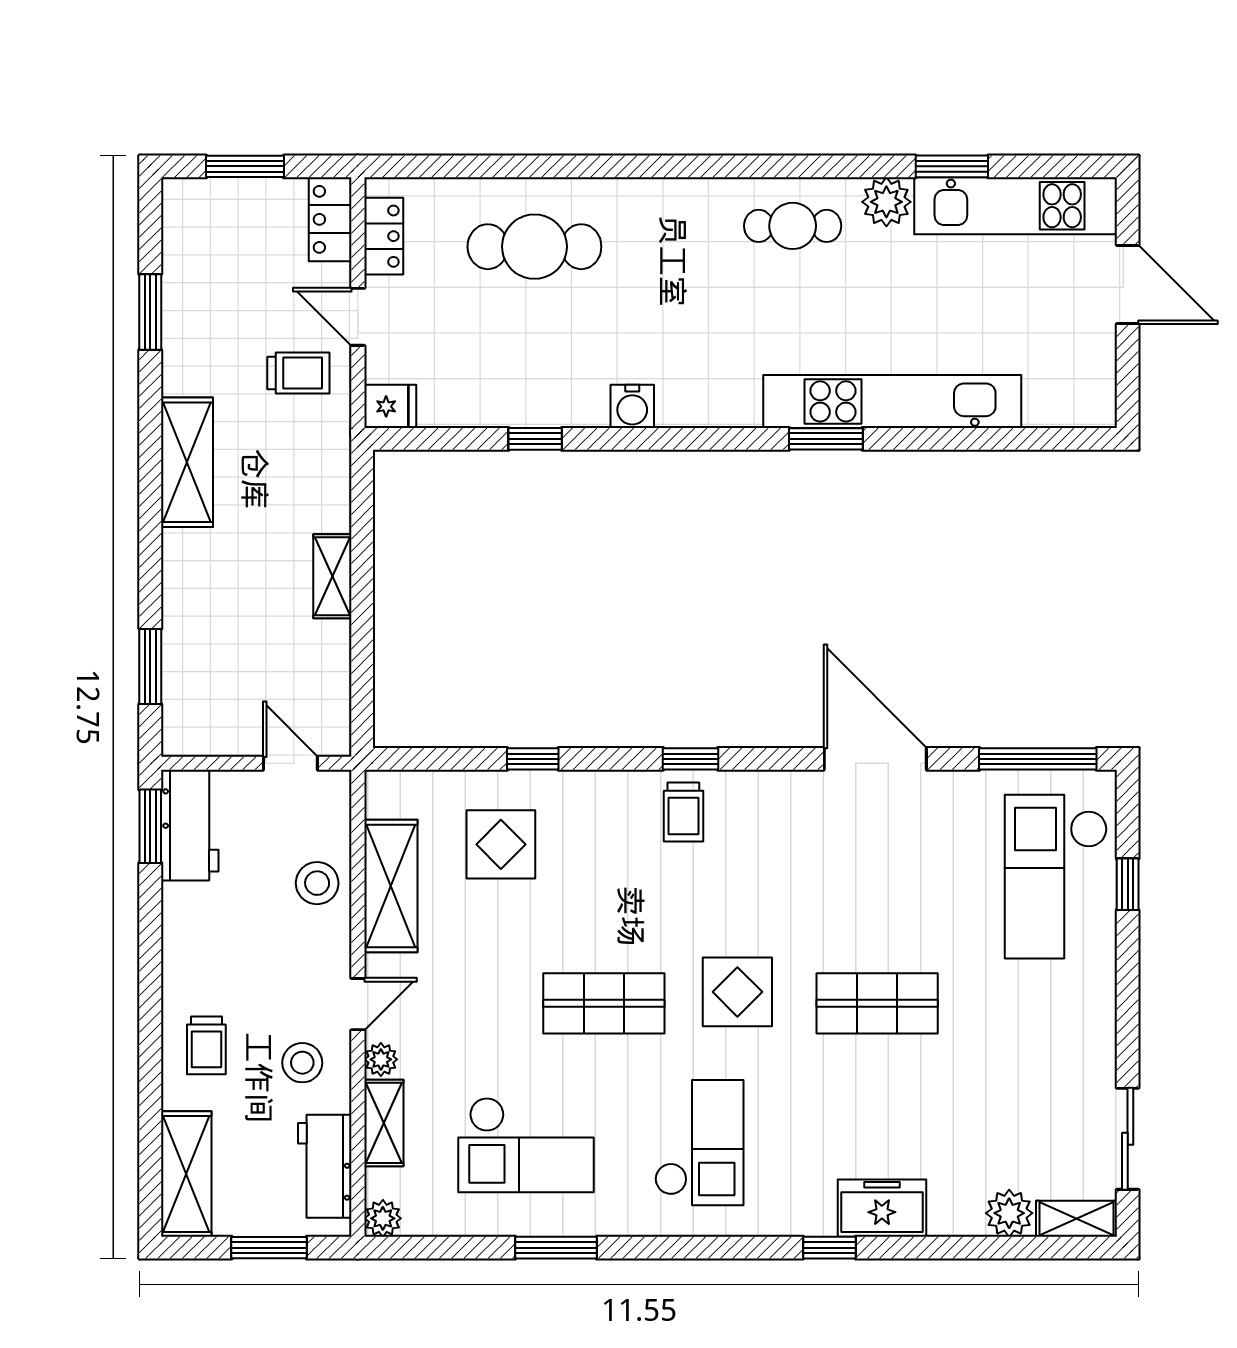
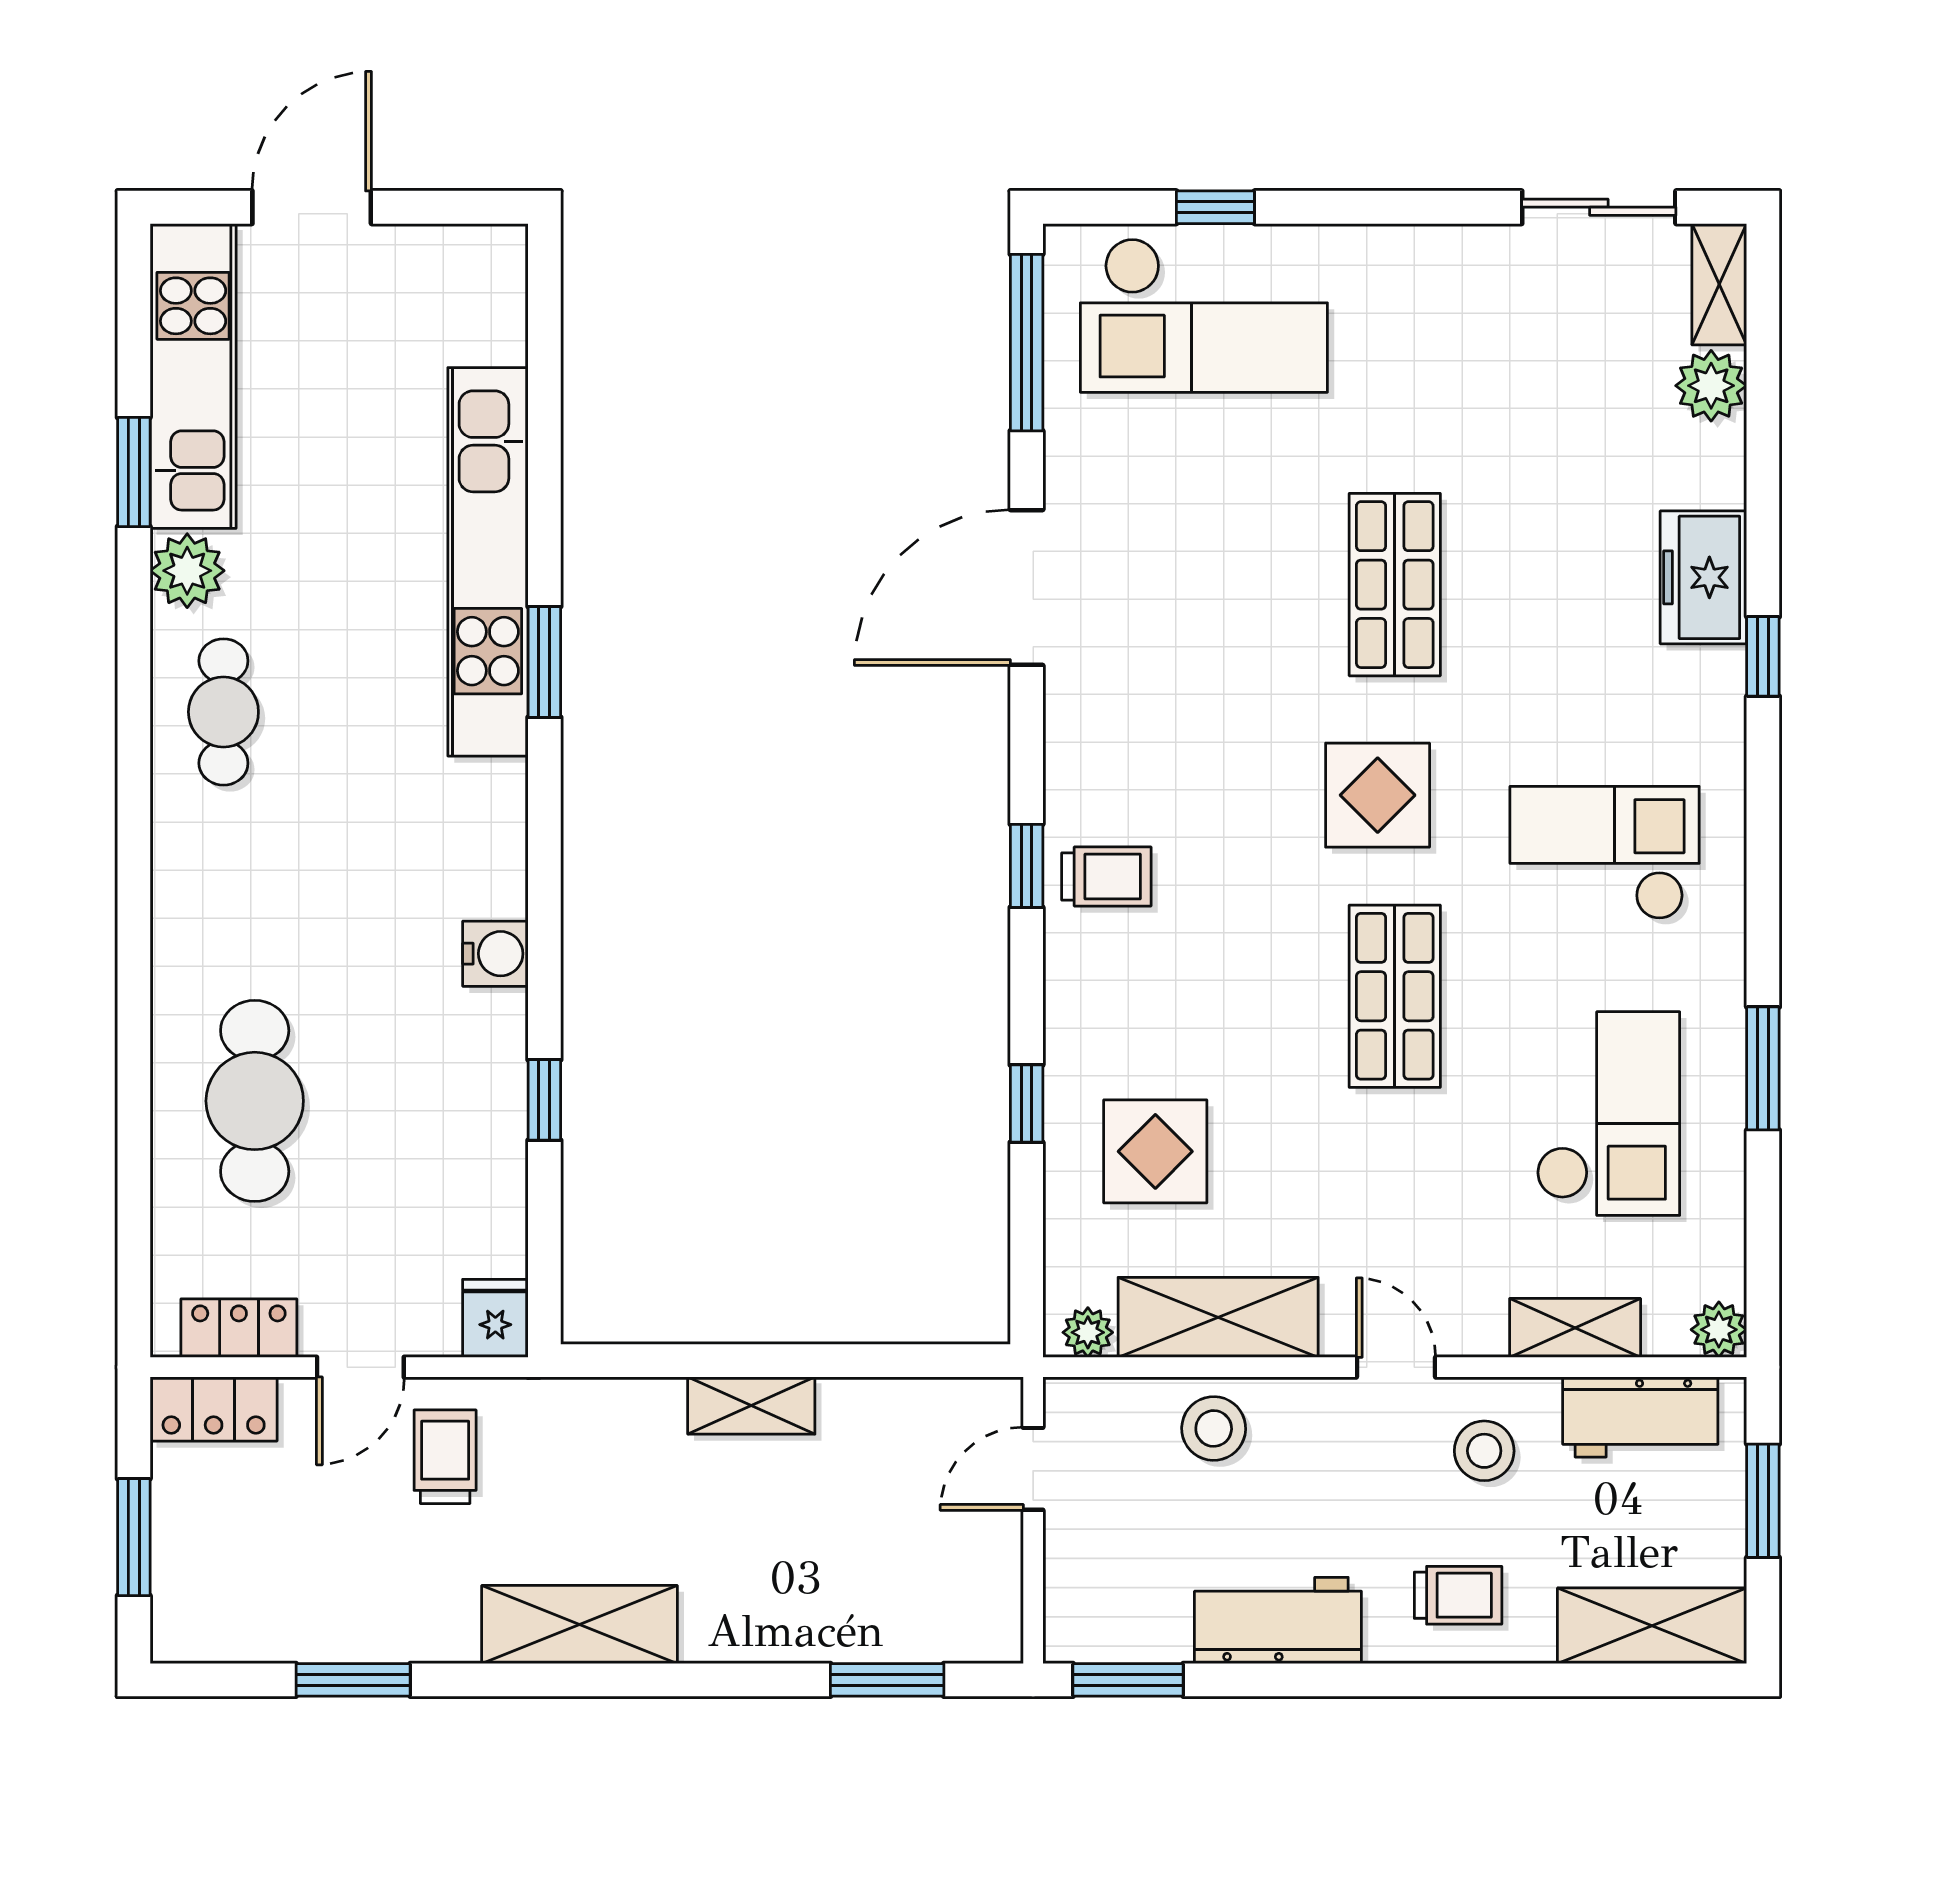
workbench: (190, 825) -> (1278, 1620), moved
plant: (381, 1059) -> (1088, 1332), moved

